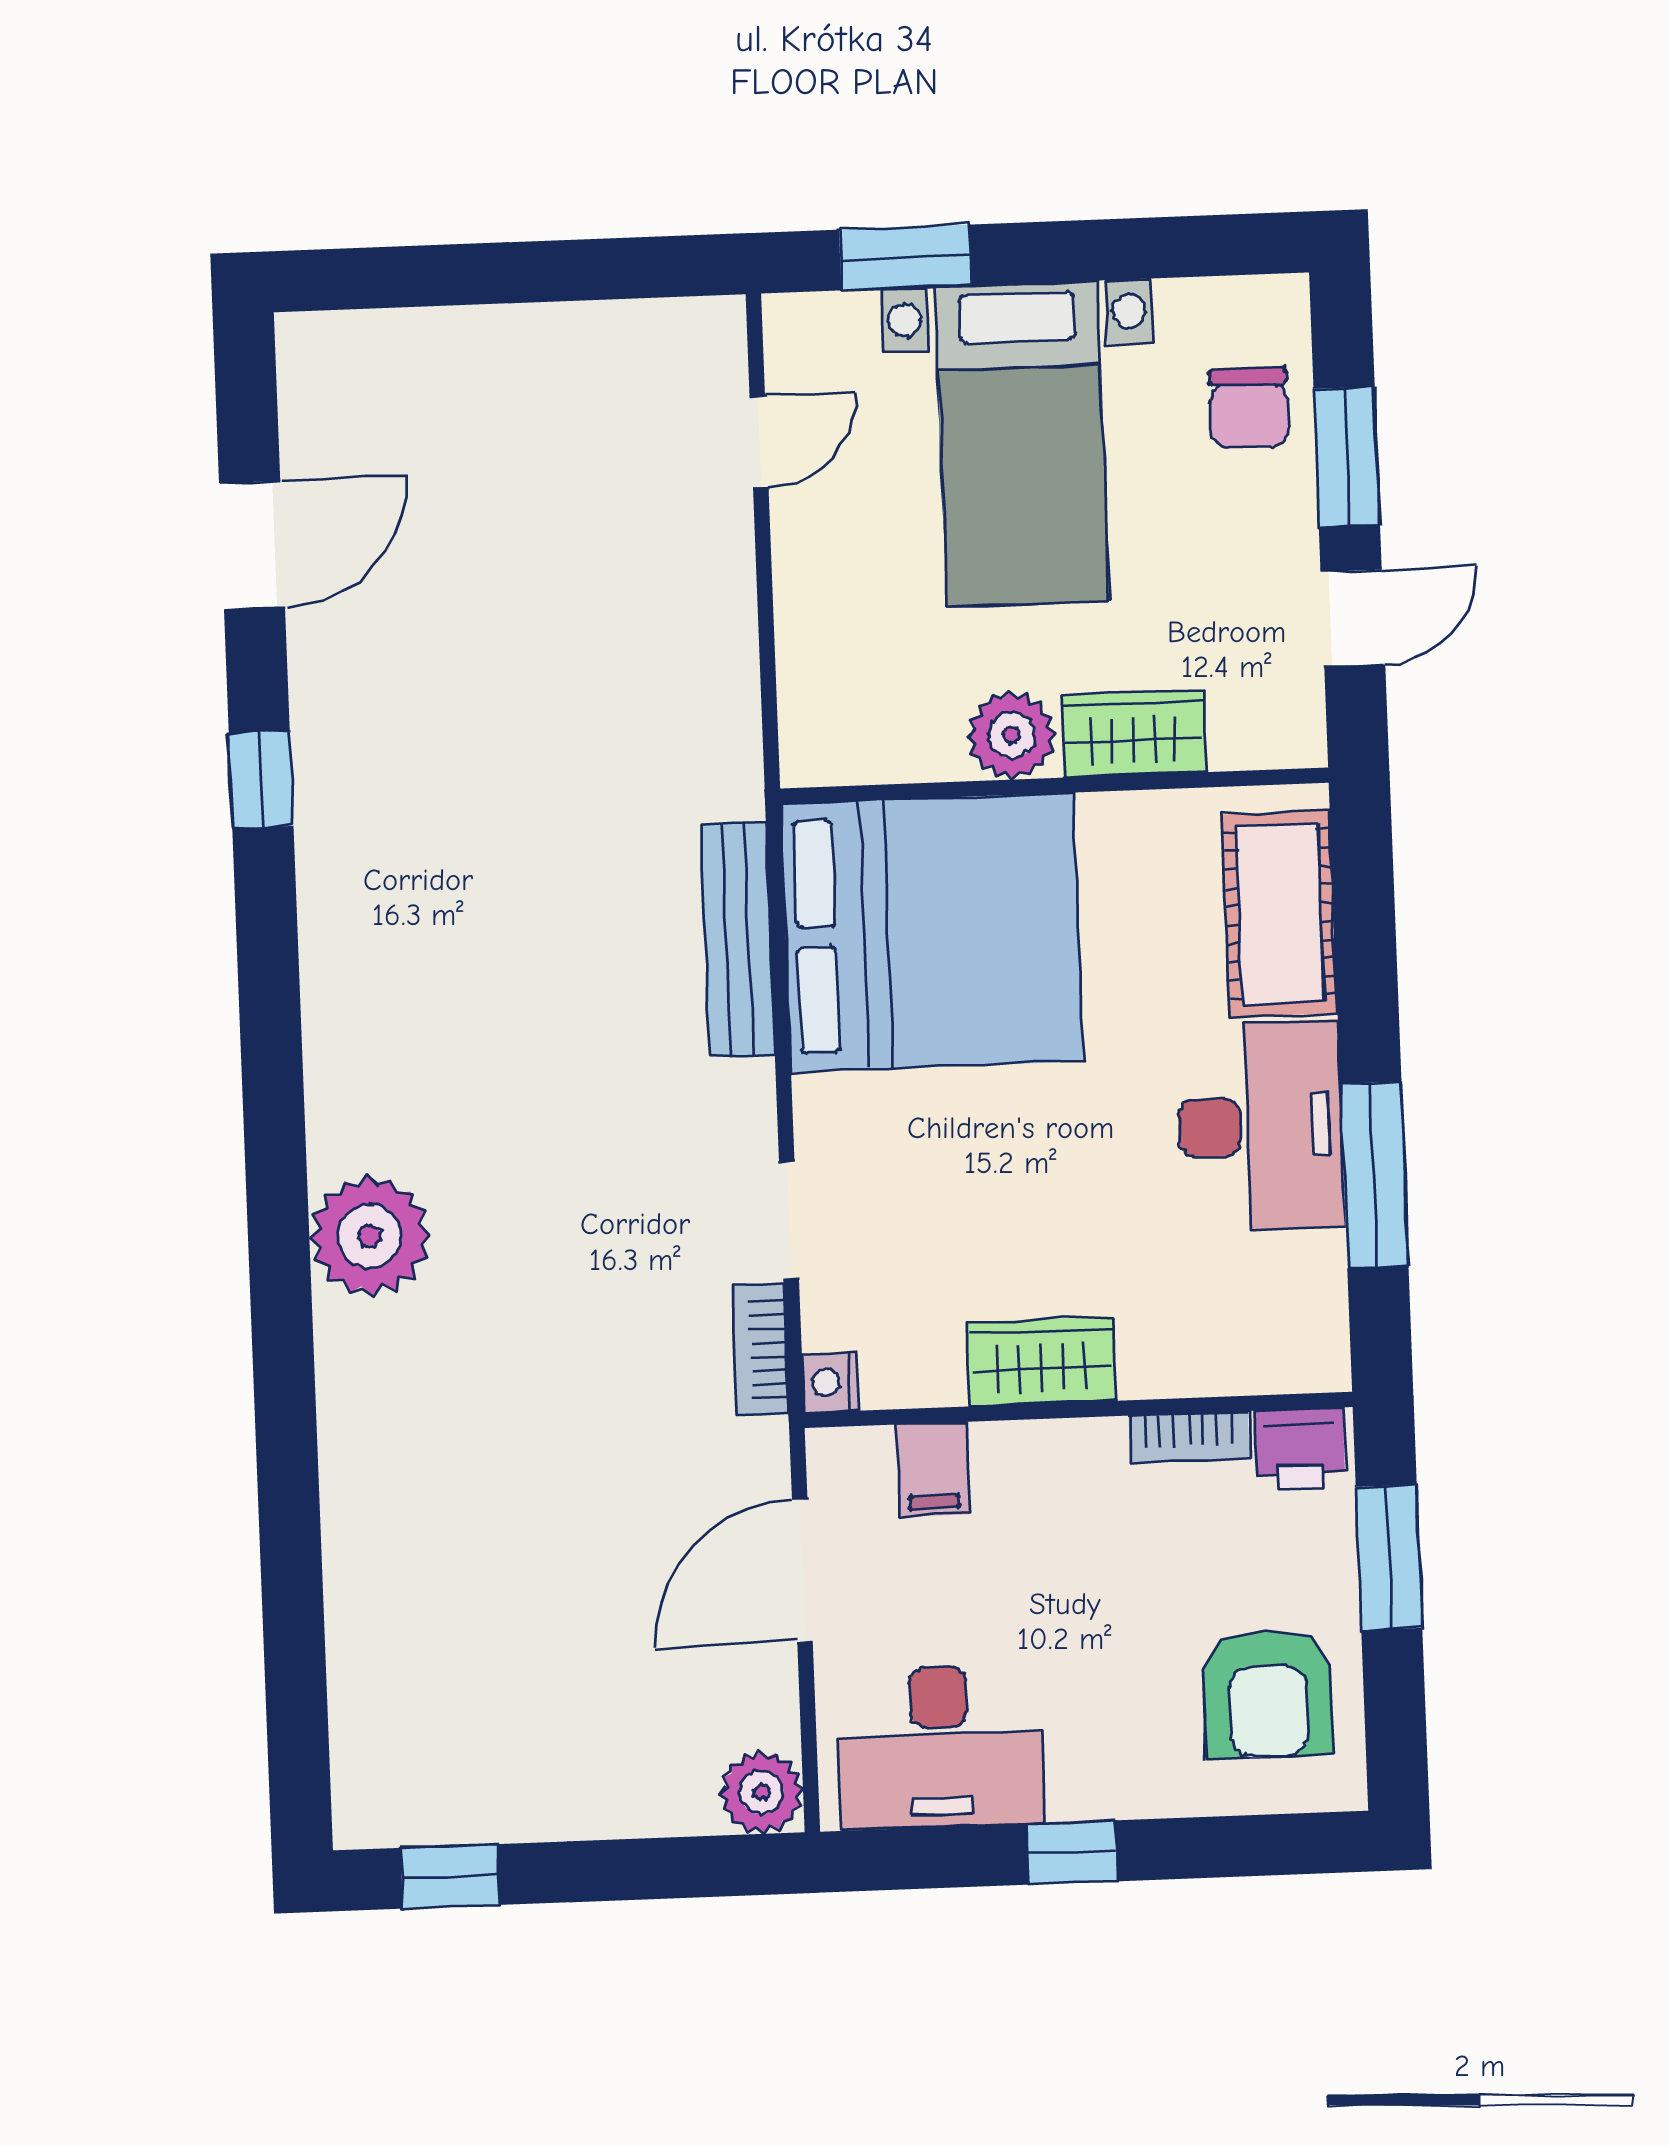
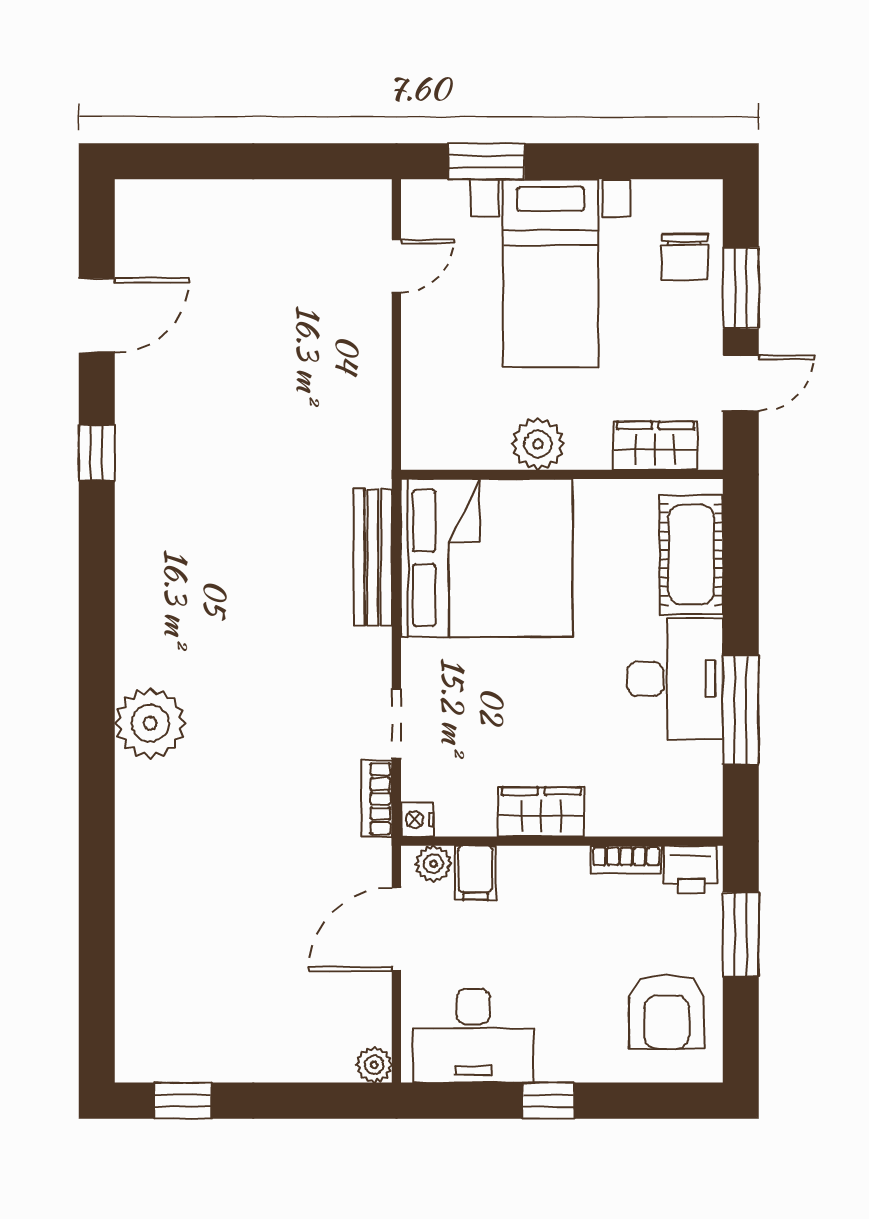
wardrobe: (1133, 733) -> (655, 446), moved
plant: (861, 1457) -> (433, 864), added
plant: (761, 1792) -> (374, 1065), width x0.73, depth x0.73

